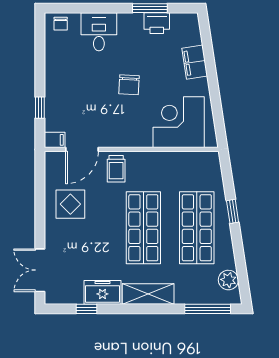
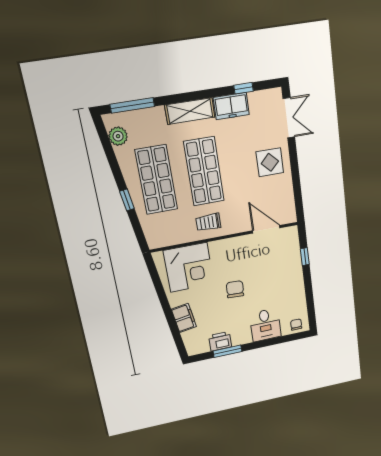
filing cabinet: (55, 140) -> (290, 233), removed
door: (82, 149) -> (266, 229), hinge flipped
trolley: (116, 169) -> (208, 222), moved, turned -90
display table: (70, 204) -> (270, 162), moved

